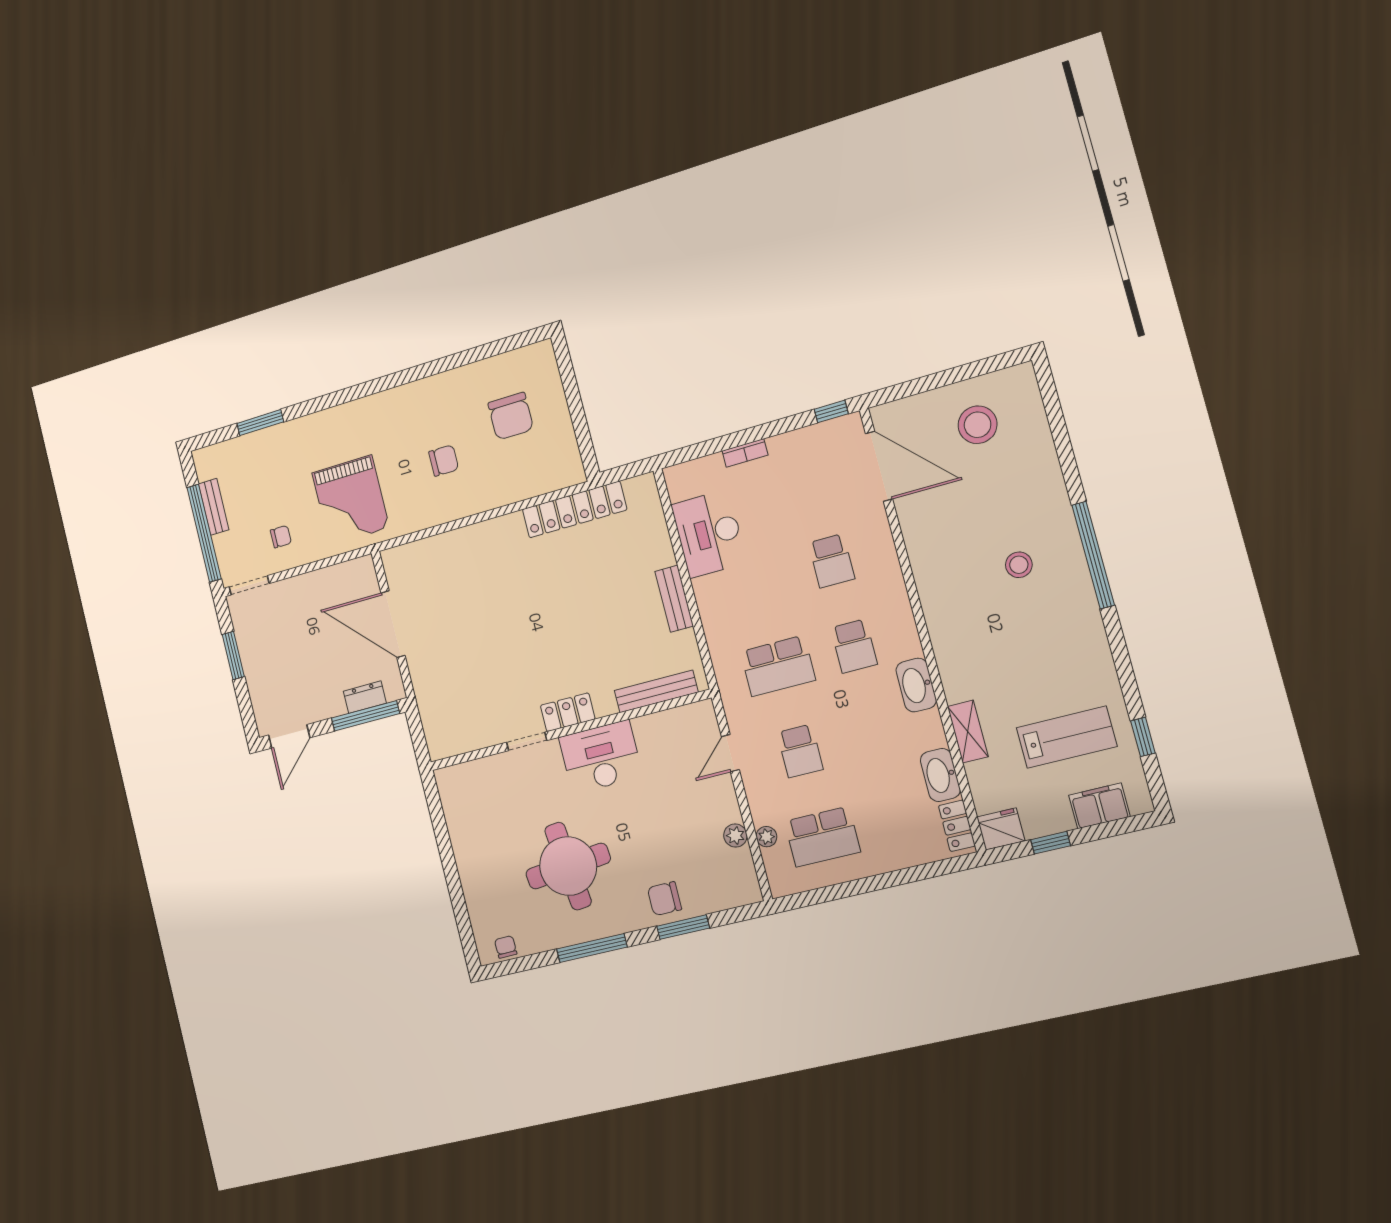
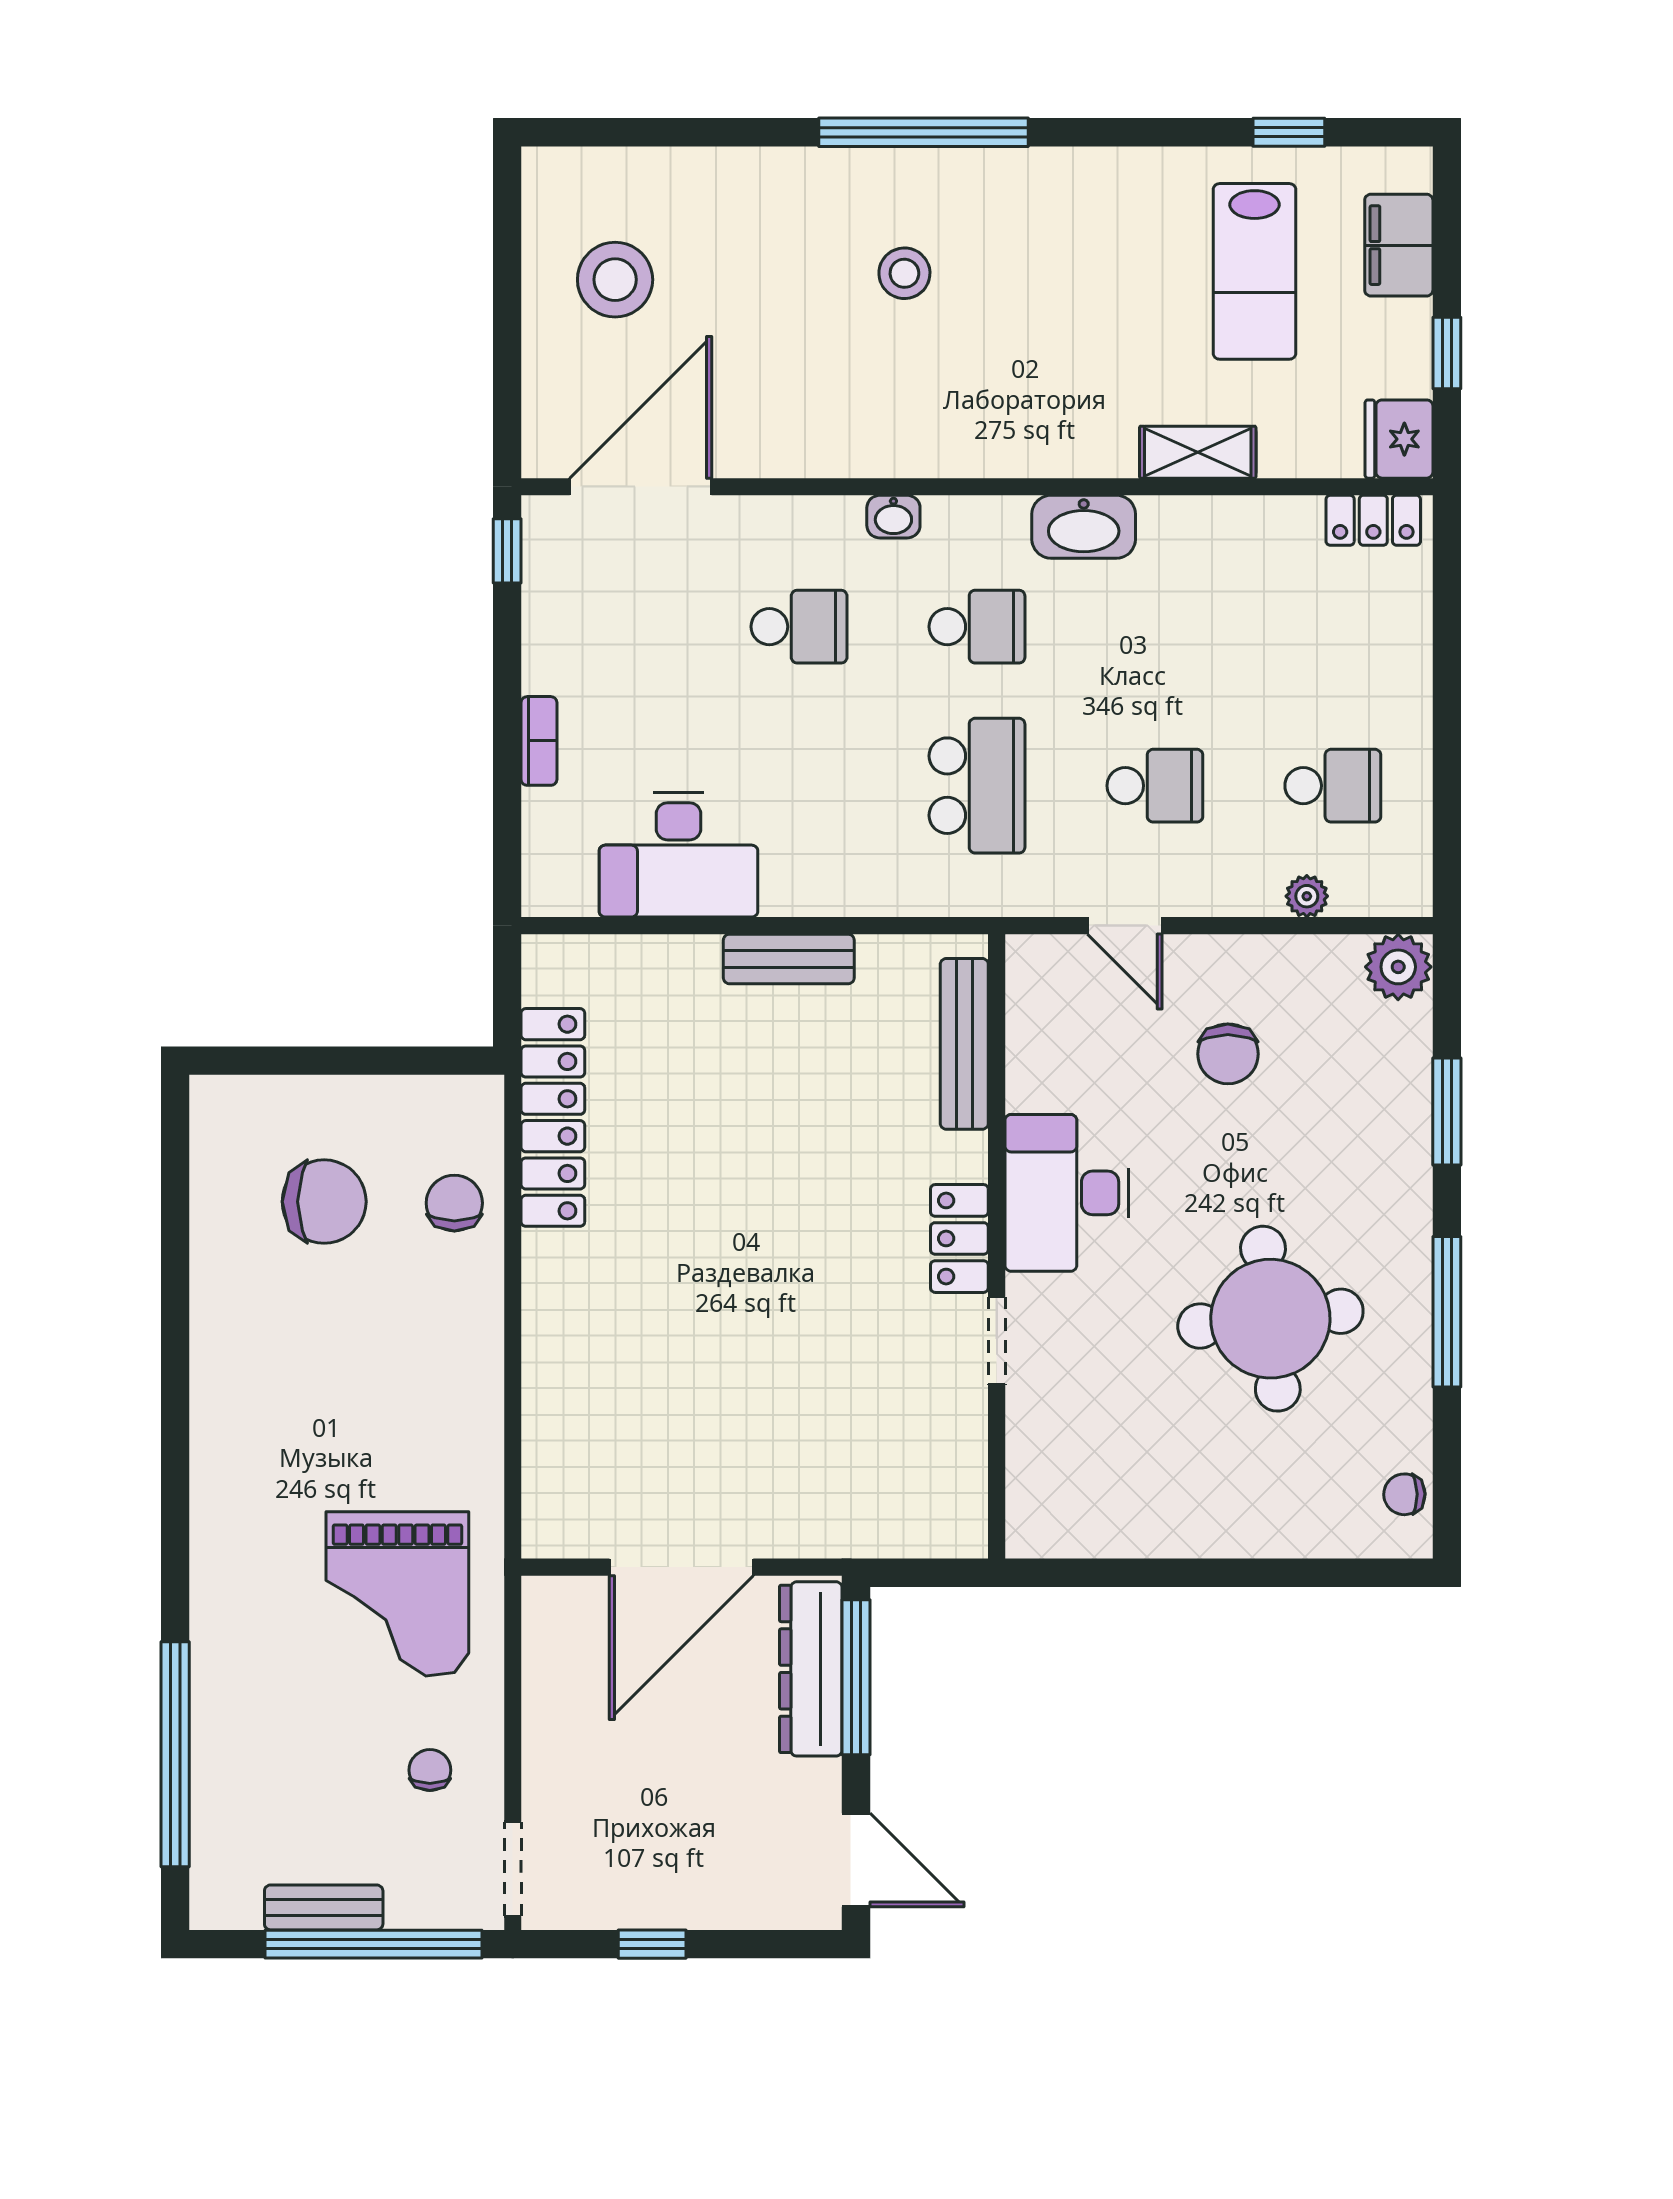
window: (260, 423) -> (175, 1754), width x2.11
chair: (444, 460) -> (454, 1203), moved
grand piano: (351, 500) -> (397, 1594), turned 90
window: (233, 655) -> (652, 1944), width x0.67
dresser: (365, 697) -> (811, 1669), width x1.96, depth x1.24
lab bench: (1066, 737) -> (1254, 271), turned 180
washbasin: (940, 775) -> (893, 517), moved, width x0.52, depth x0.69
plant: (735, 836) -> (1398, 967), moved, width x1.38, depth x1.38
school desk: (822, 837) -> (1333, 786), width x0.54
chair: (664, 899) -> (1228, 1054), moved

